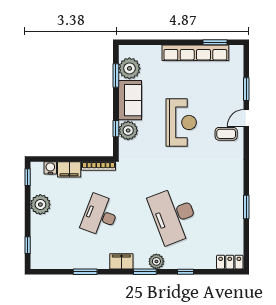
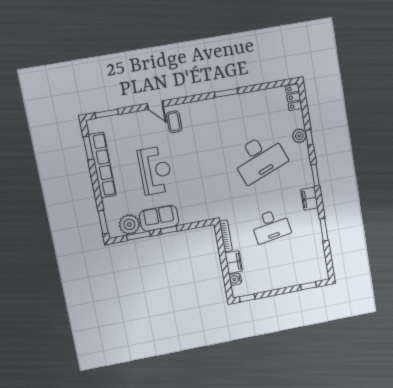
window: (137, 42) -> (103, 222), added
window: (246, 89) -> (107, 114), moved
reception desk: (181, 122) -> (155, 170), moved, turned 90
window: (116, 129) -> (169, 230), moved
plant: (128, 130) -> (188, 215), removed
plant: (40, 204) -> (270, 282), removed
window: (246, 207) -> (226, 93), moved
desk: (100, 215) -> (271, 226), turned -30
plant: (156, 261) -> (299, 136), moved

